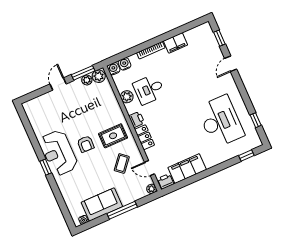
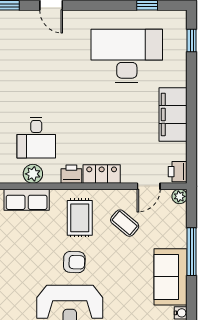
row of seats: (110, 100) -> (27, 200), added
filing cabinet: (187, 169) -> (173, 114), moved

